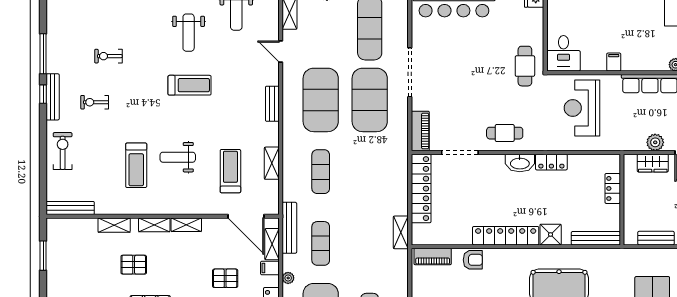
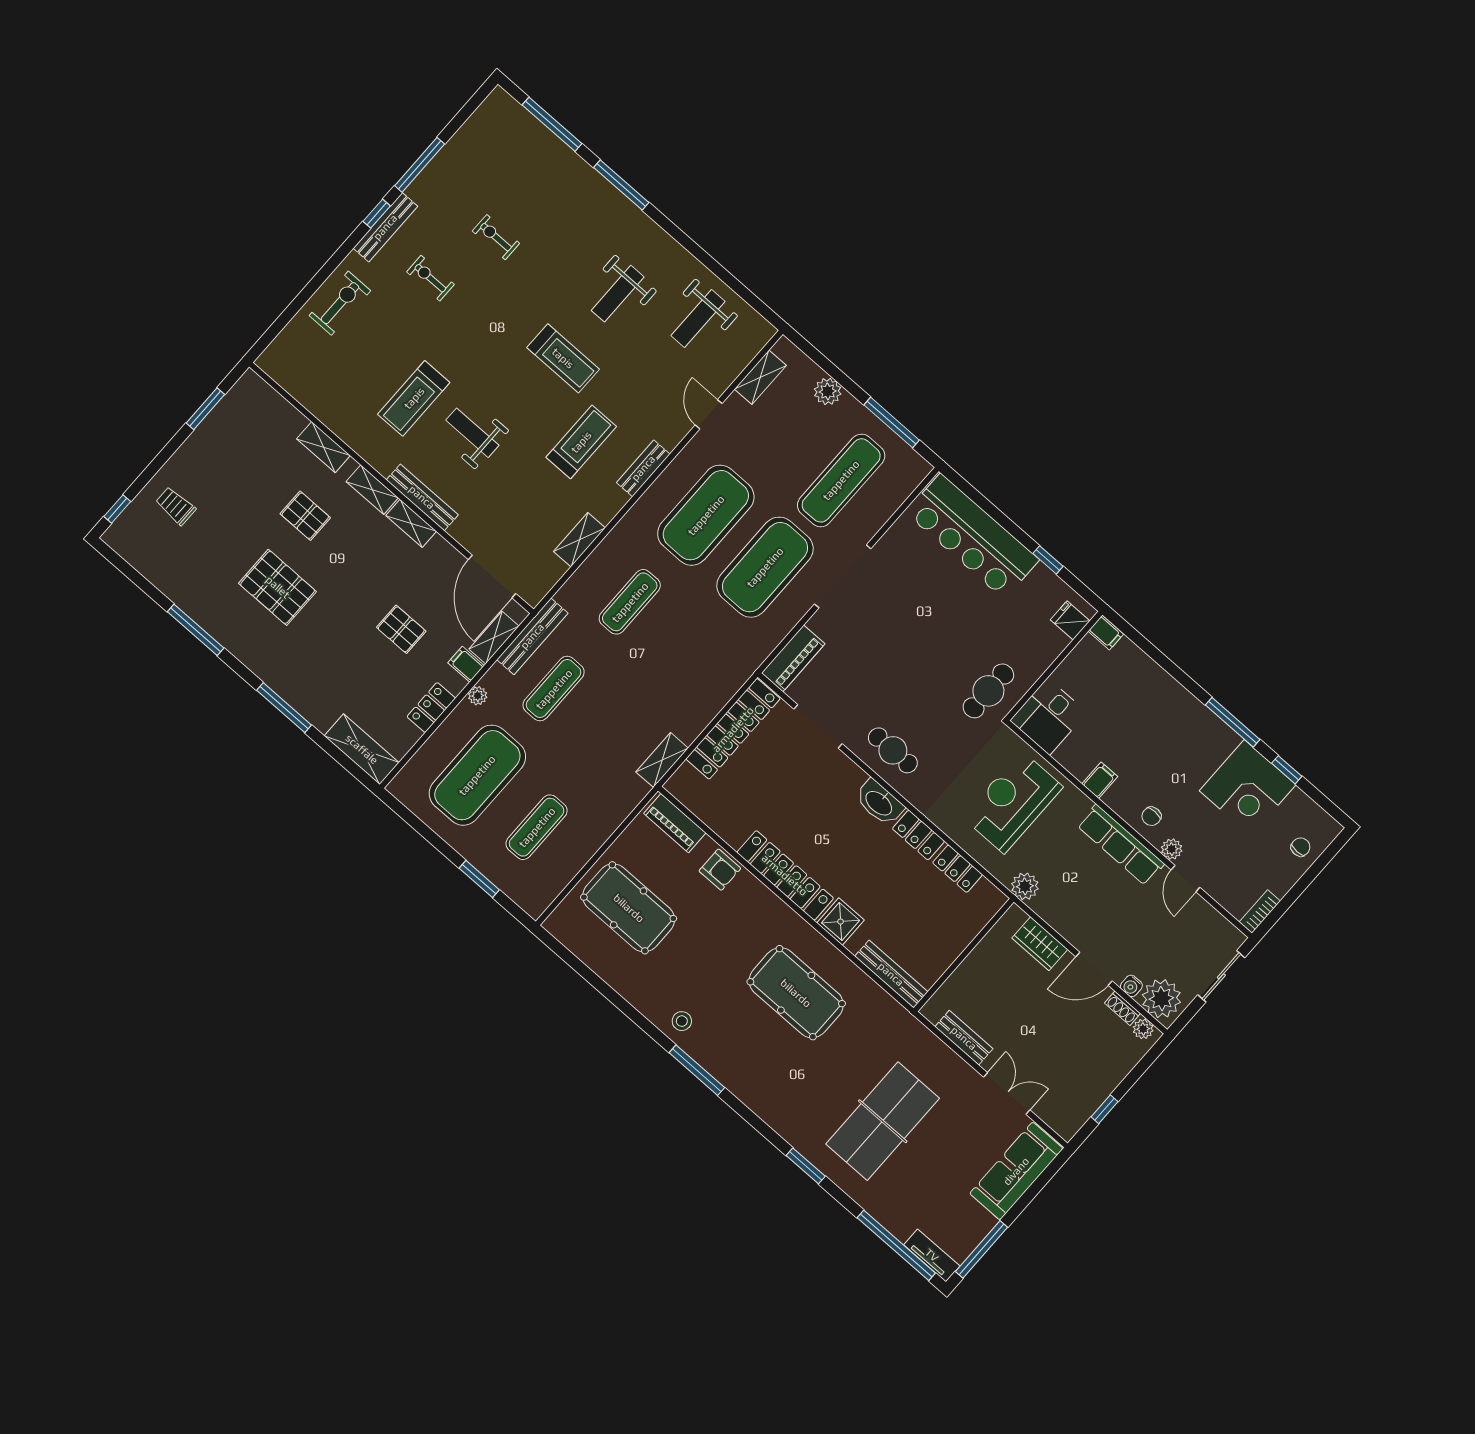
chair: (653, 58) -> (1151, 816), added
plant: (655, 142) -> (1025, 886), moved
treadmill: (230, 171) -> (581, 442), moved
locker: (613, 188) -> (958, 869), moved, turned -90
bench: (70, 208) -> (422, 497), moved

